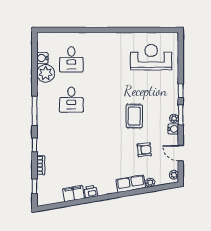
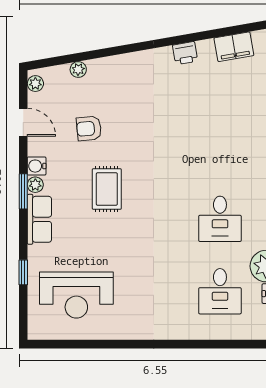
desk: (71, 59) -> (220, 291), turned 180
window: (181, 91) -> (23, 272), moved
desk: (71, 100) -> (220, 219), turned 180
row of seats: (131, 184) -> (39, 219), moved, turned -80
filing cabinet: (74, 194) -> (234, 47), moved

